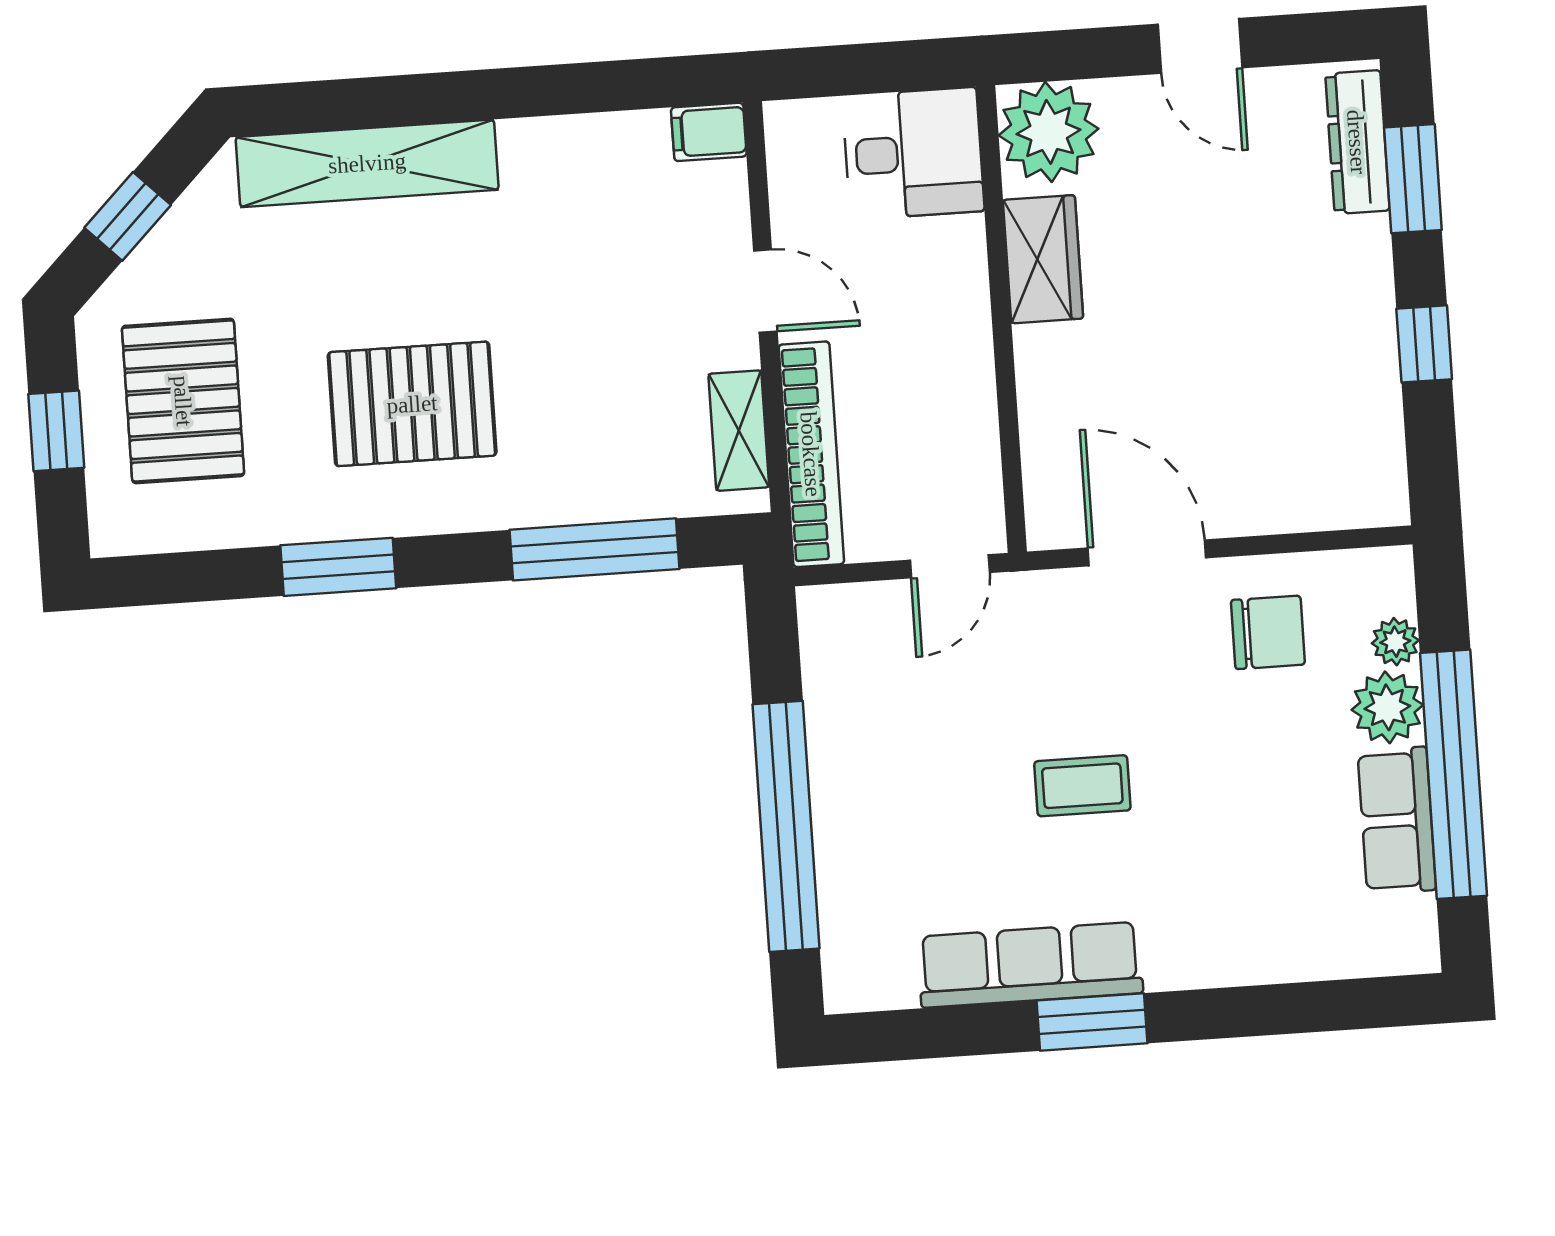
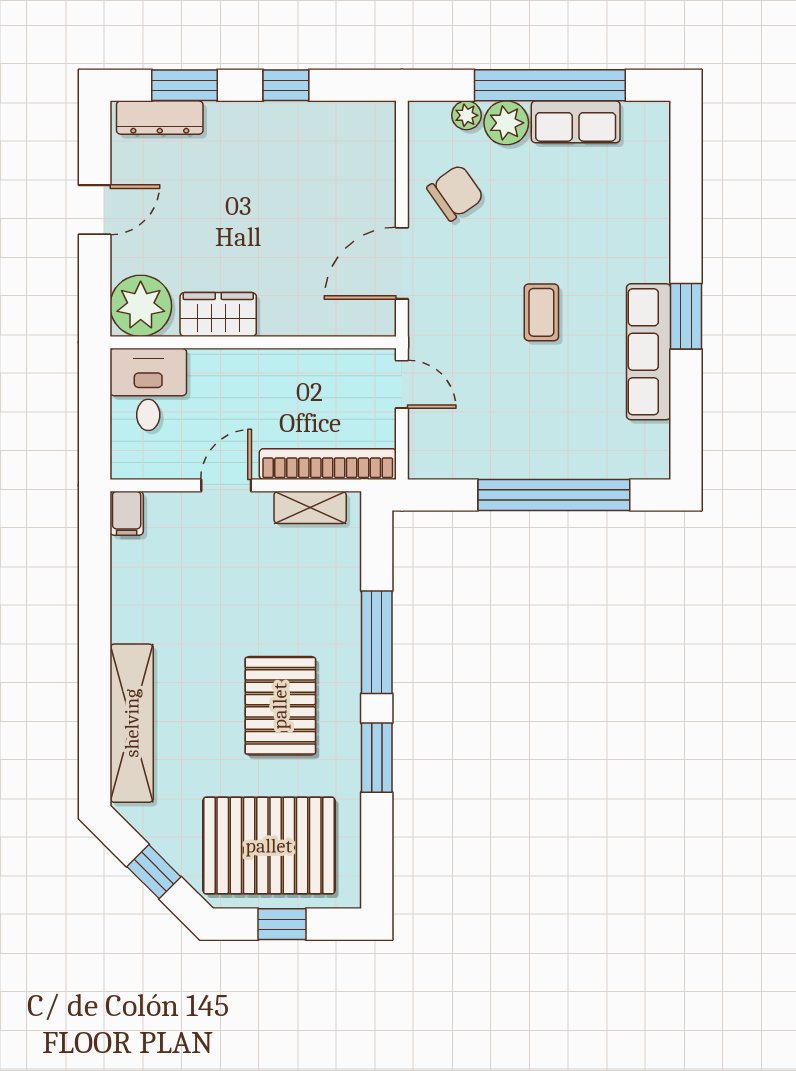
pallet: (183, 401) -> (269, 846), width x1.37, depth x1.41
window: (594, 549) -> (377, 642), moved
chair: (1268, 632) -> (455, 193), turned 55

